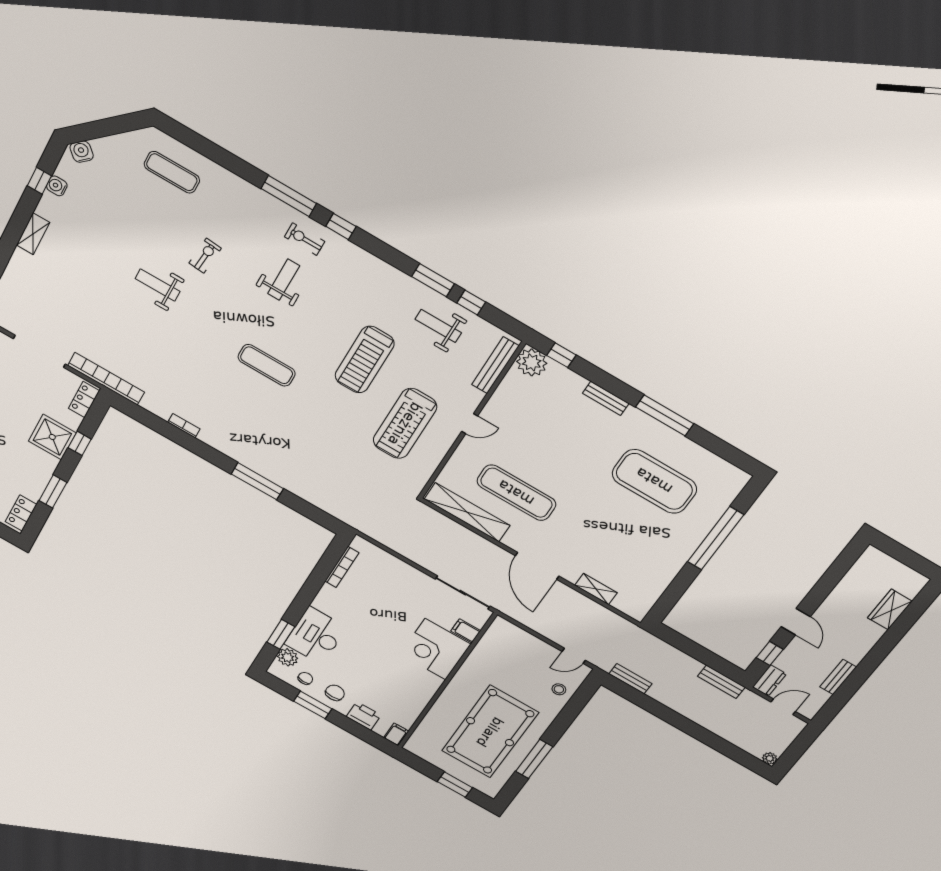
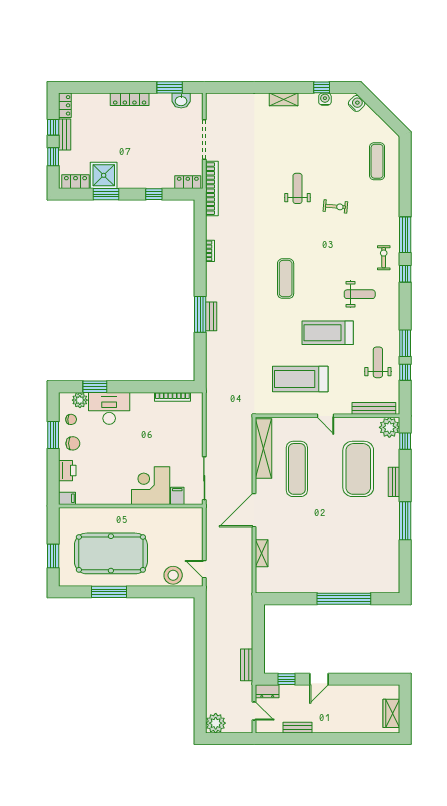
weight bench: (284, 280) -> (360, 294), moved
shower: (52, 437) -> (104, 175), moved
exercise mat: (654, 481) -> (358, 469), moved
wardrobe: (890, 609) -> (391, 713), moved, turned -90
bench: (630, 679) -> (211, 316), moved
stool: (559, 689) -> (173, 575), width x1.89, depth x1.89
plant: (770, 758) -> (216, 723), width x1.88, depth x1.88

